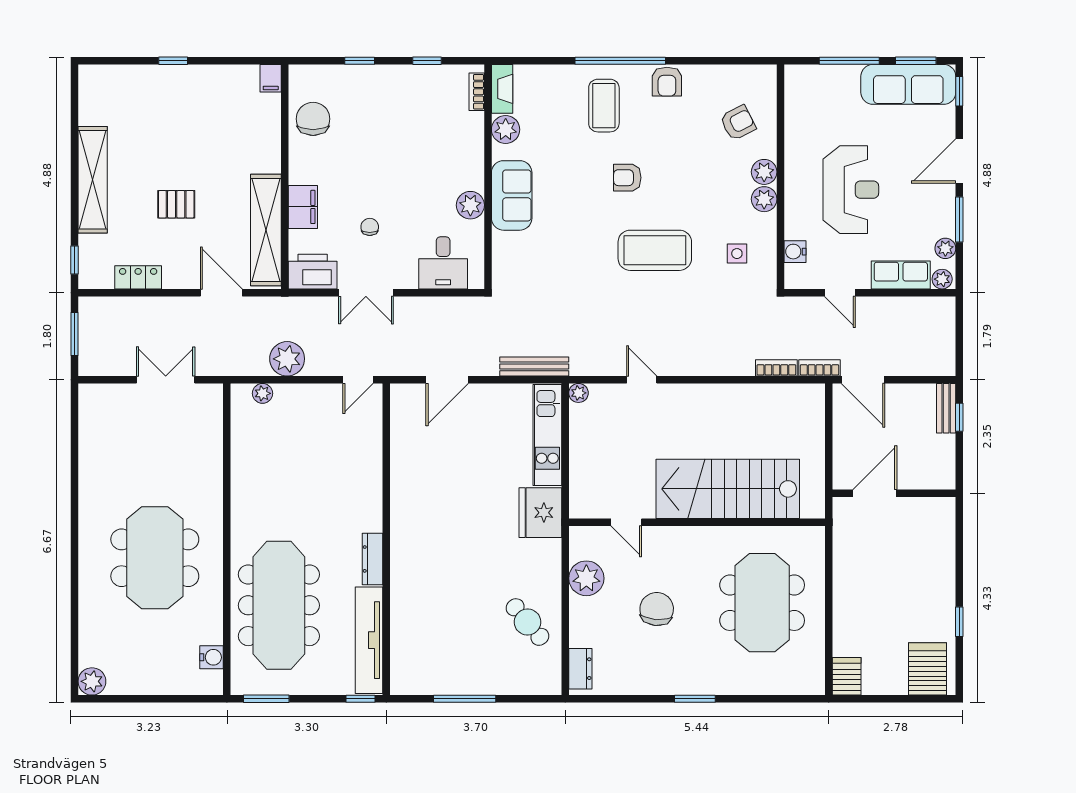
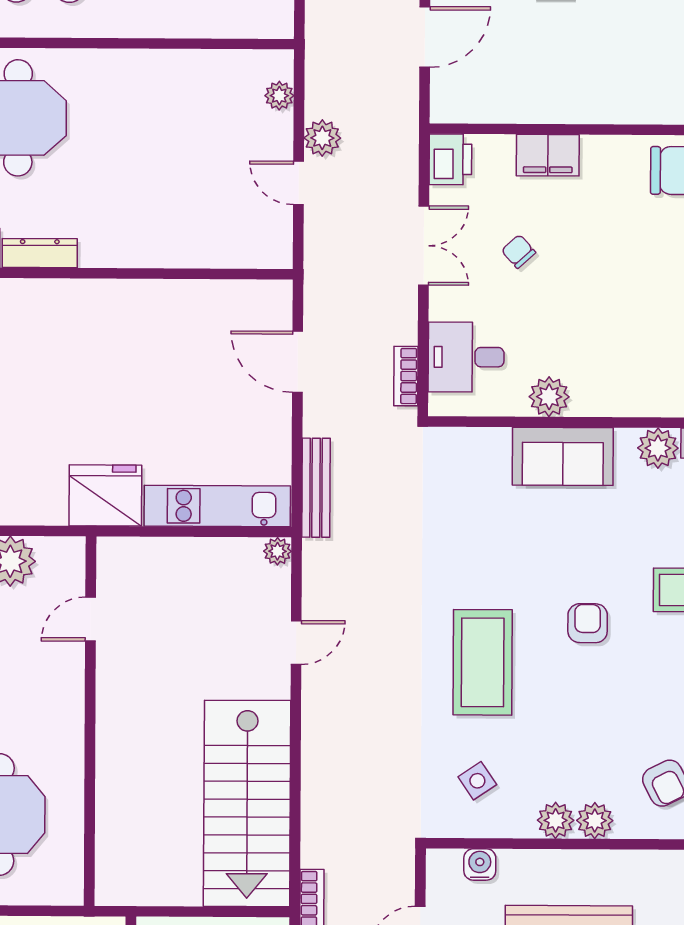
chair: (370, 227) -> (519, 251), turned -132
shelving: (266, 230) -> (515, 102), removed
side table: (737, 254) -> (477, 781), turned -34
printer: (313, 272) -> (450, 159), width x0.73, depth x0.84
double door: (366, 293) -> (424, 246), swing flipped
plant: (287, 359) -> (322, 138), width x0.73, depth x0.73
bookcase: (776, 368) -> (406, 376), moved, turned 180
door: (358, 380) -> (299, 183), moved
stairs: (728, 489) -> (247, 803), moved, turned 180

